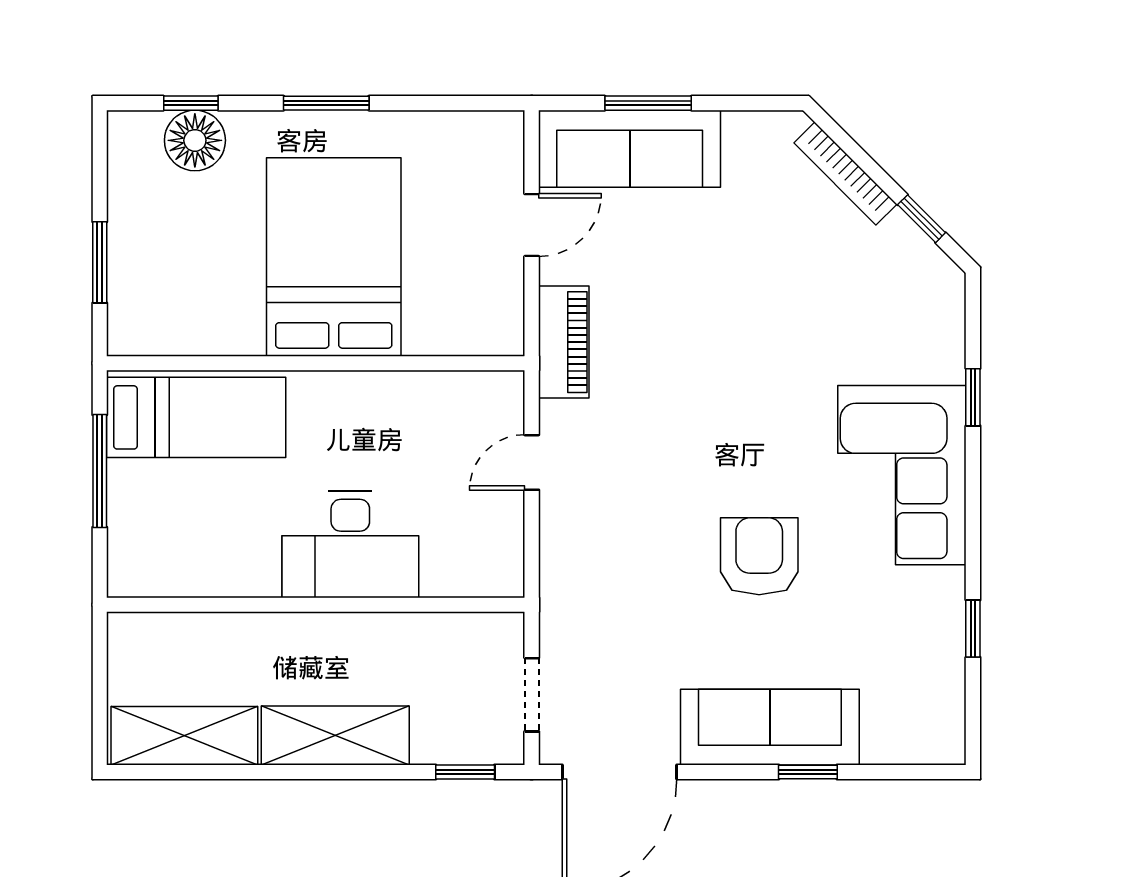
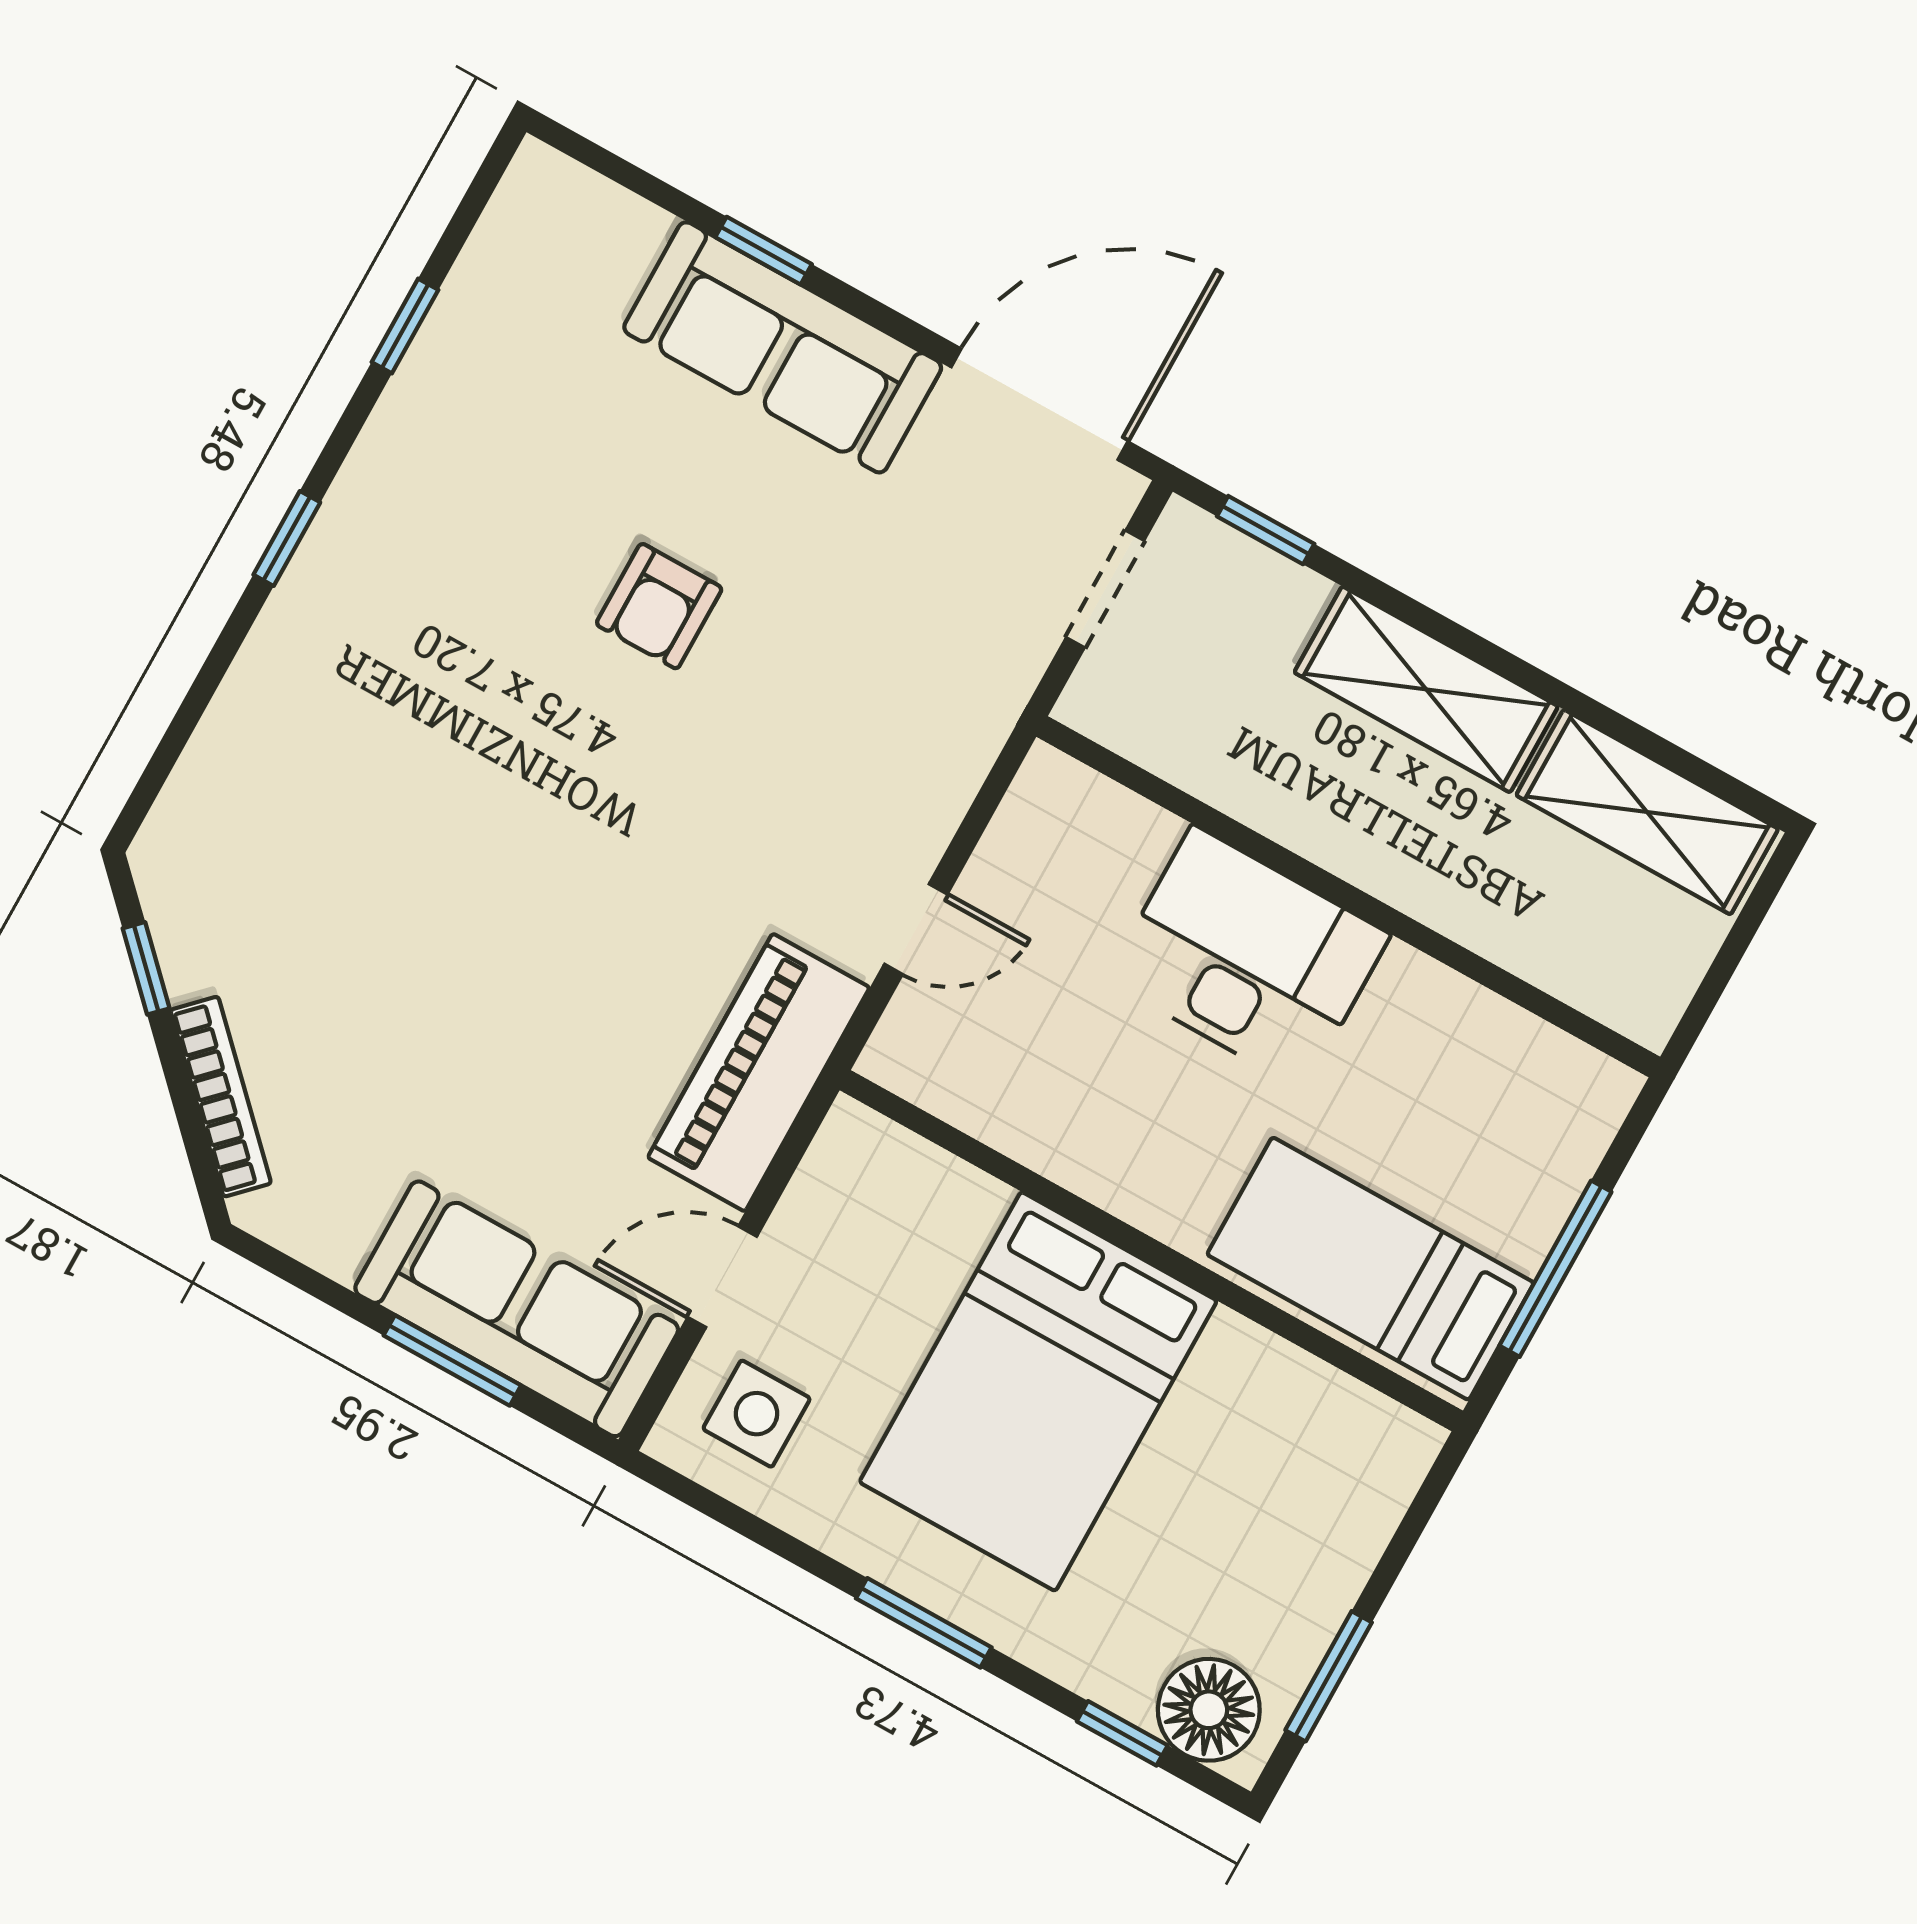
floor lamp: (195, 140) -> (1209, 1710), moved
side table: (474, 164) -> (757, 1414), added
window: (100, 262) -> (1329, 1676), moved
piano: (564, 342) -> (759, 1073), width x1.37, depth x1.33
window: (973, 397) -> (287, 538), moved
corner sofa: (902, 475) -> (384, 609), removed
armchair: (759, 556) -> (659, 606), width x0.72, depth x0.72

